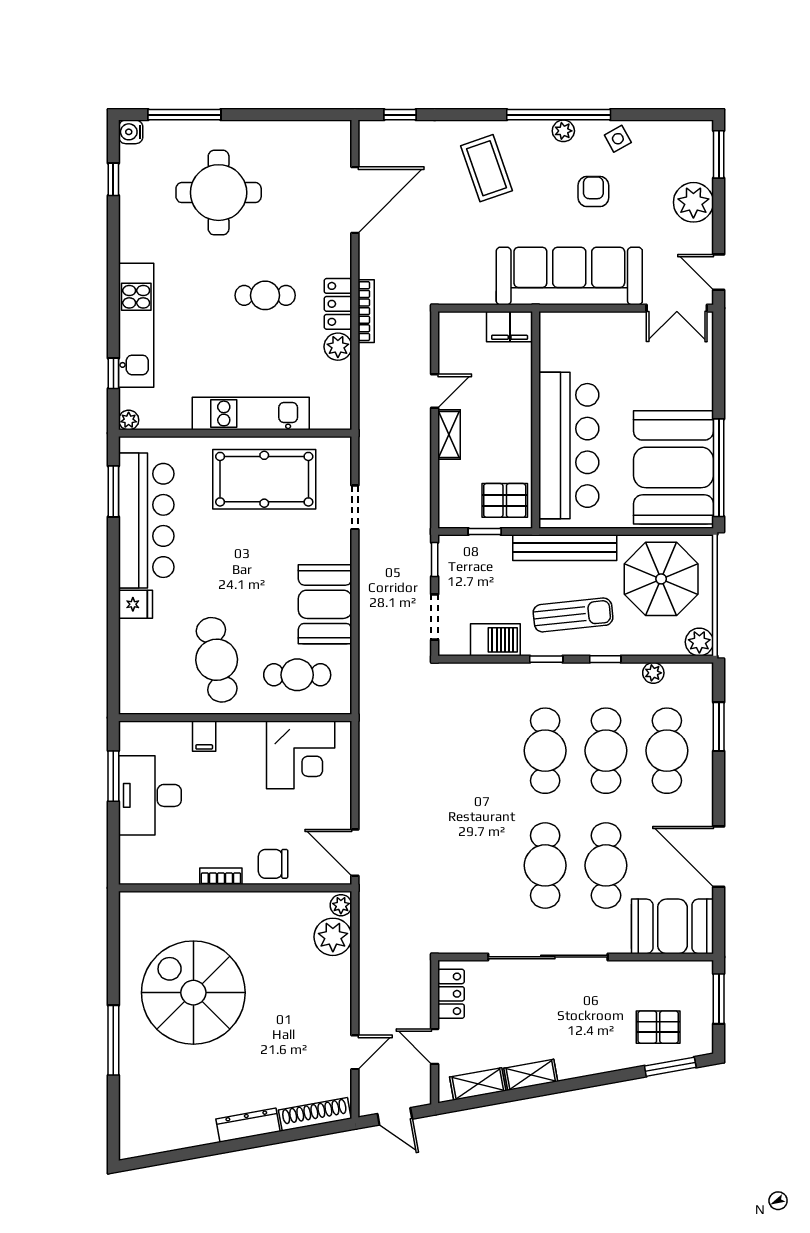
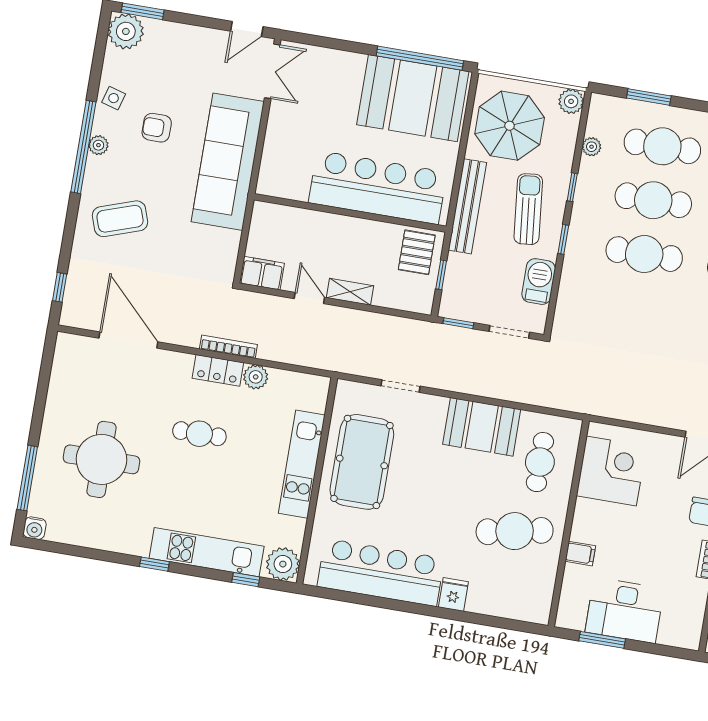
side table: (618, 139) -> (114, 98), turned 45
window: (113, 179) -> (154, 564), moved
plant: (693, 202) -> (126, 31), moved
cafe table: (265, 295) -> (199, 434), turned 90
filing cabinet: (510, 327) -> (262, 273), moved, turned -90
plant: (129, 420) -> (283, 564), width x1.88, depth x1.88
window: (113, 491) -> (350, 597), removed

